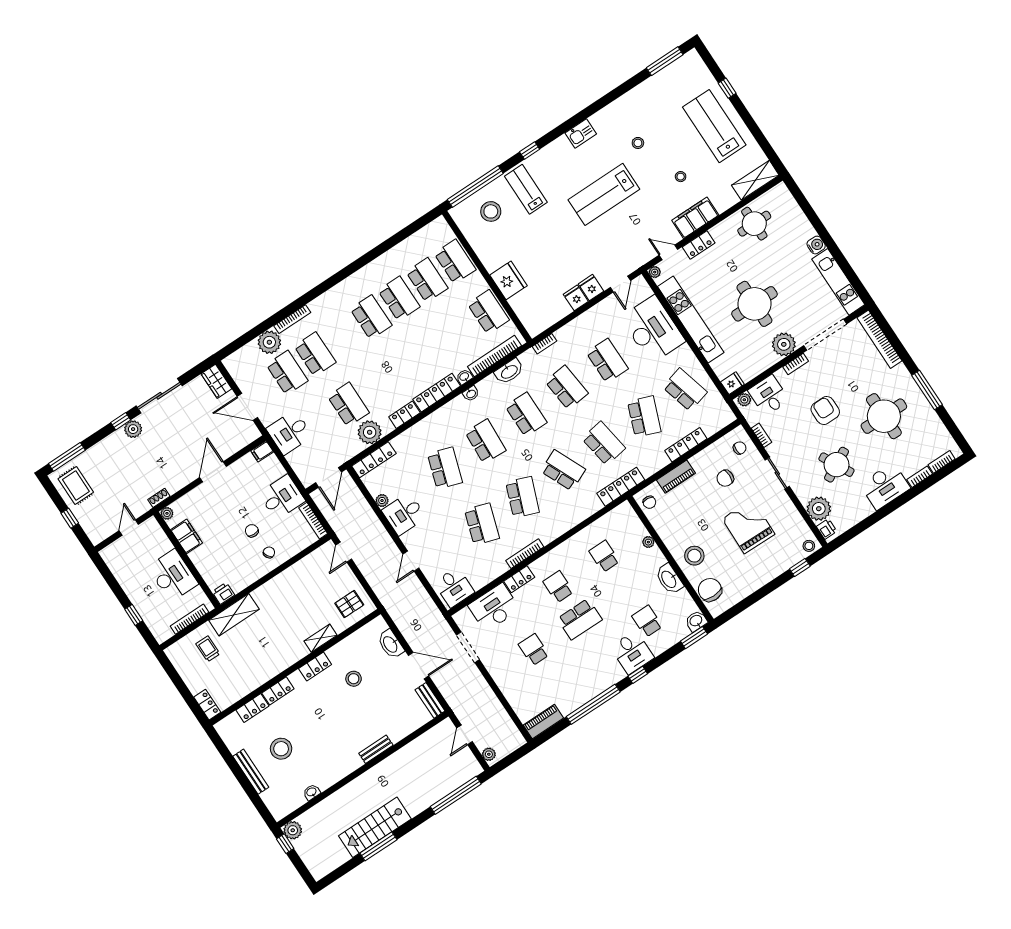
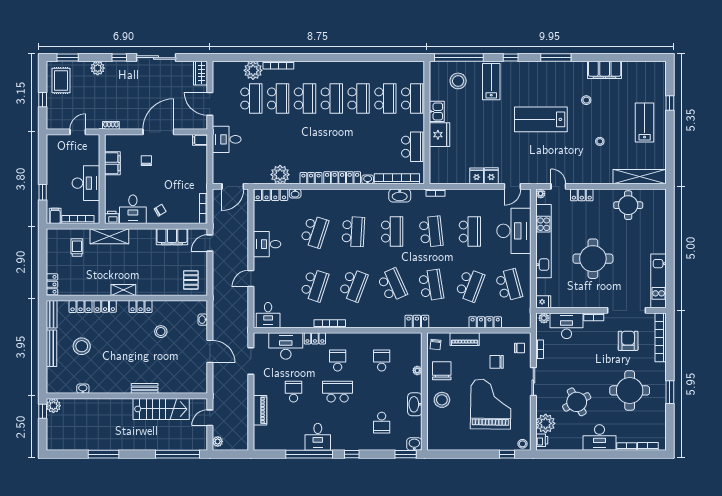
window: (665, 61) -> (556, 58), moved
lab bench: (714, 126) -> (645, 123), width x0.73, depth x0.72
kitchen sink: (581, 134) -> (437, 111), moved, turned -90
shelving: (755, 180) -> (640, 177), width x1.47
filing cabinet: (695, 218) -> (605, 70), moved, turned 180
water cooler: (816, 245) -> (660, 247), removed
plant: (784, 344) -> (595, 299), removed
window: (927, 390) -> (670, 392), width x0.69
washbasin: (471, 394) -> (295, 194), moved
desk: (769, 395) -> (567, 326), width x1.37
school desk: (348, 405) -> (305, 98), moved
armchair: (825, 410) -> (628, 341), moved
plant: (133, 429) -> (98, 68), moved
window: (67, 457) -> (68, 58), width x0.69
door: (213, 472) -> (158, 132), width x1.36
locker: (621, 487) -> (417, 321), width x0.66
desk: (282, 497) -> (133, 209), moved, turned 90
plant: (382, 501) -> (258, 225), removed
plant: (167, 513) -> (109, 139), removed
grand piano: (748, 526) -> (491, 404), width x1.37, depth x1.48
chair: (252, 531) -> (146, 161), moved
filing cabinet: (300, 572) -> (172, 237), added
chair: (710, 590) -> (442, 371), moved
pallet: (349, 604) -> (191, 280), turned 90
school desk: (580, 619) -> (338, 392), turned 180
school desk: (647, 621) -> (382, 423), turned 180
filing cabinet: (163, 631) -> (55, 216), added
shelving: (320, 638) -> (123, 290), moved
washbasin: (391, 644) -> (203, 320), width x0.52, depth x0.69
desk: (632, 652) -> (318, 437), moved
bench: (430, 700) -> (52, 314), moved
piano: (543, 722) -> (260, 410), moved, turned 90
stairs: (375, 827) -> (161, 409), moved, turned 180

